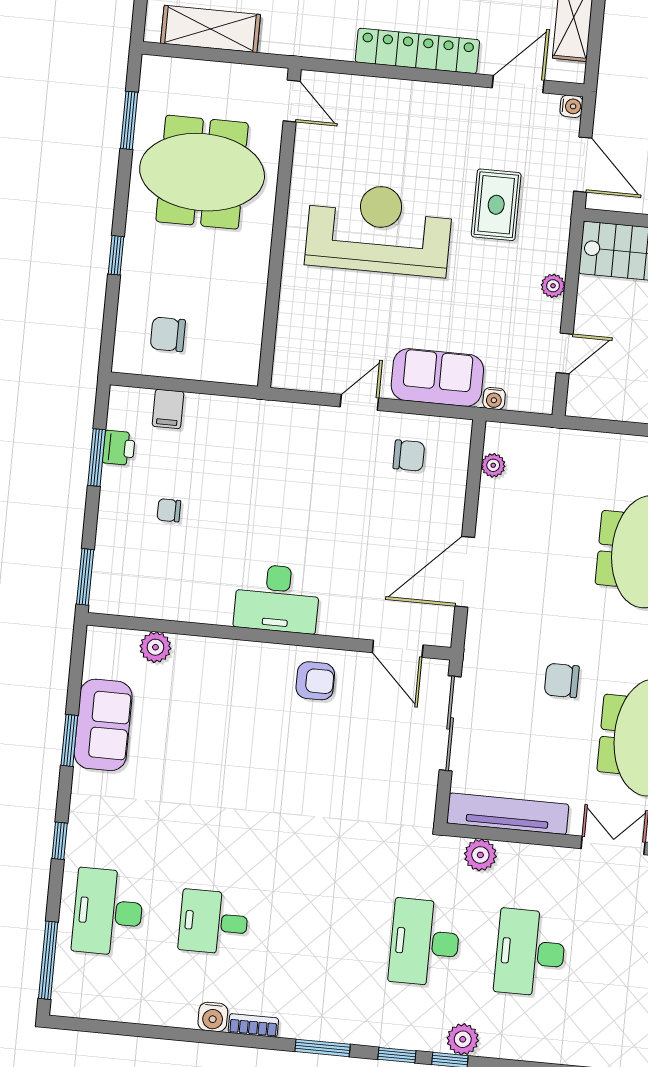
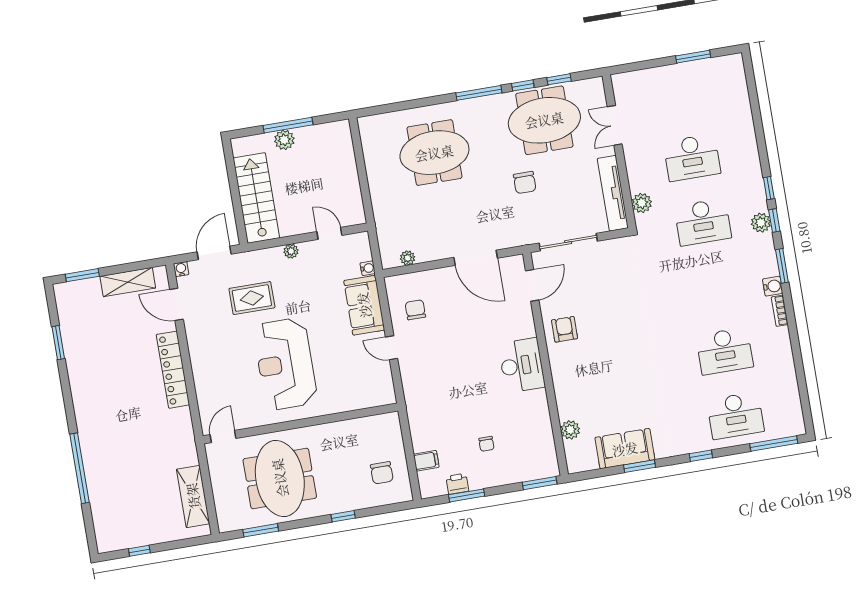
desk: (214, 922) -> (725, 351), width x1.37
water cooler: (213, 1017) -> (773, 286), moved
plant: (463, 1039) -> (761, 223), moved

